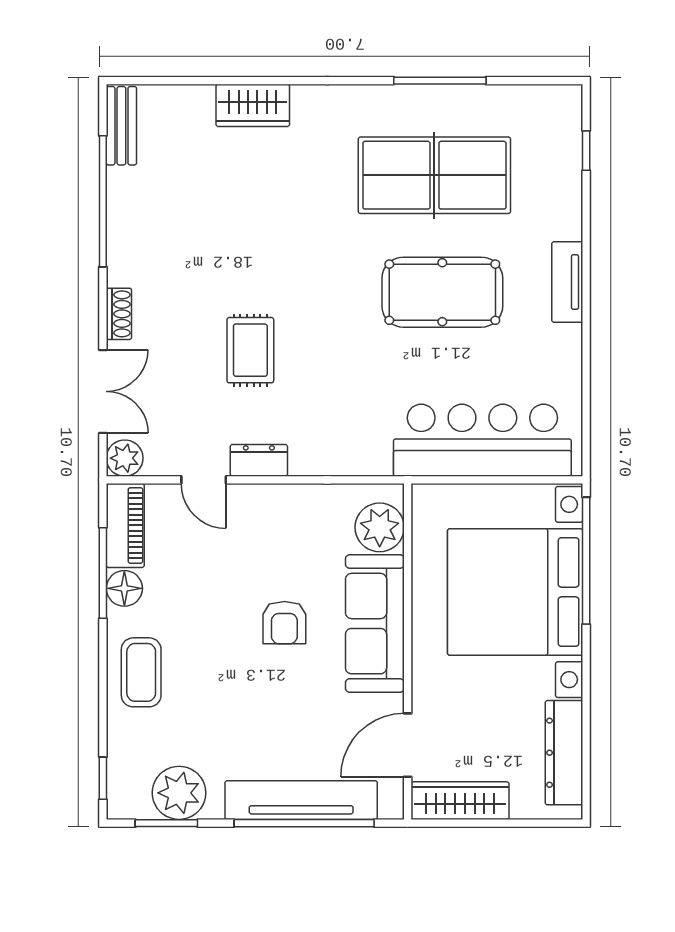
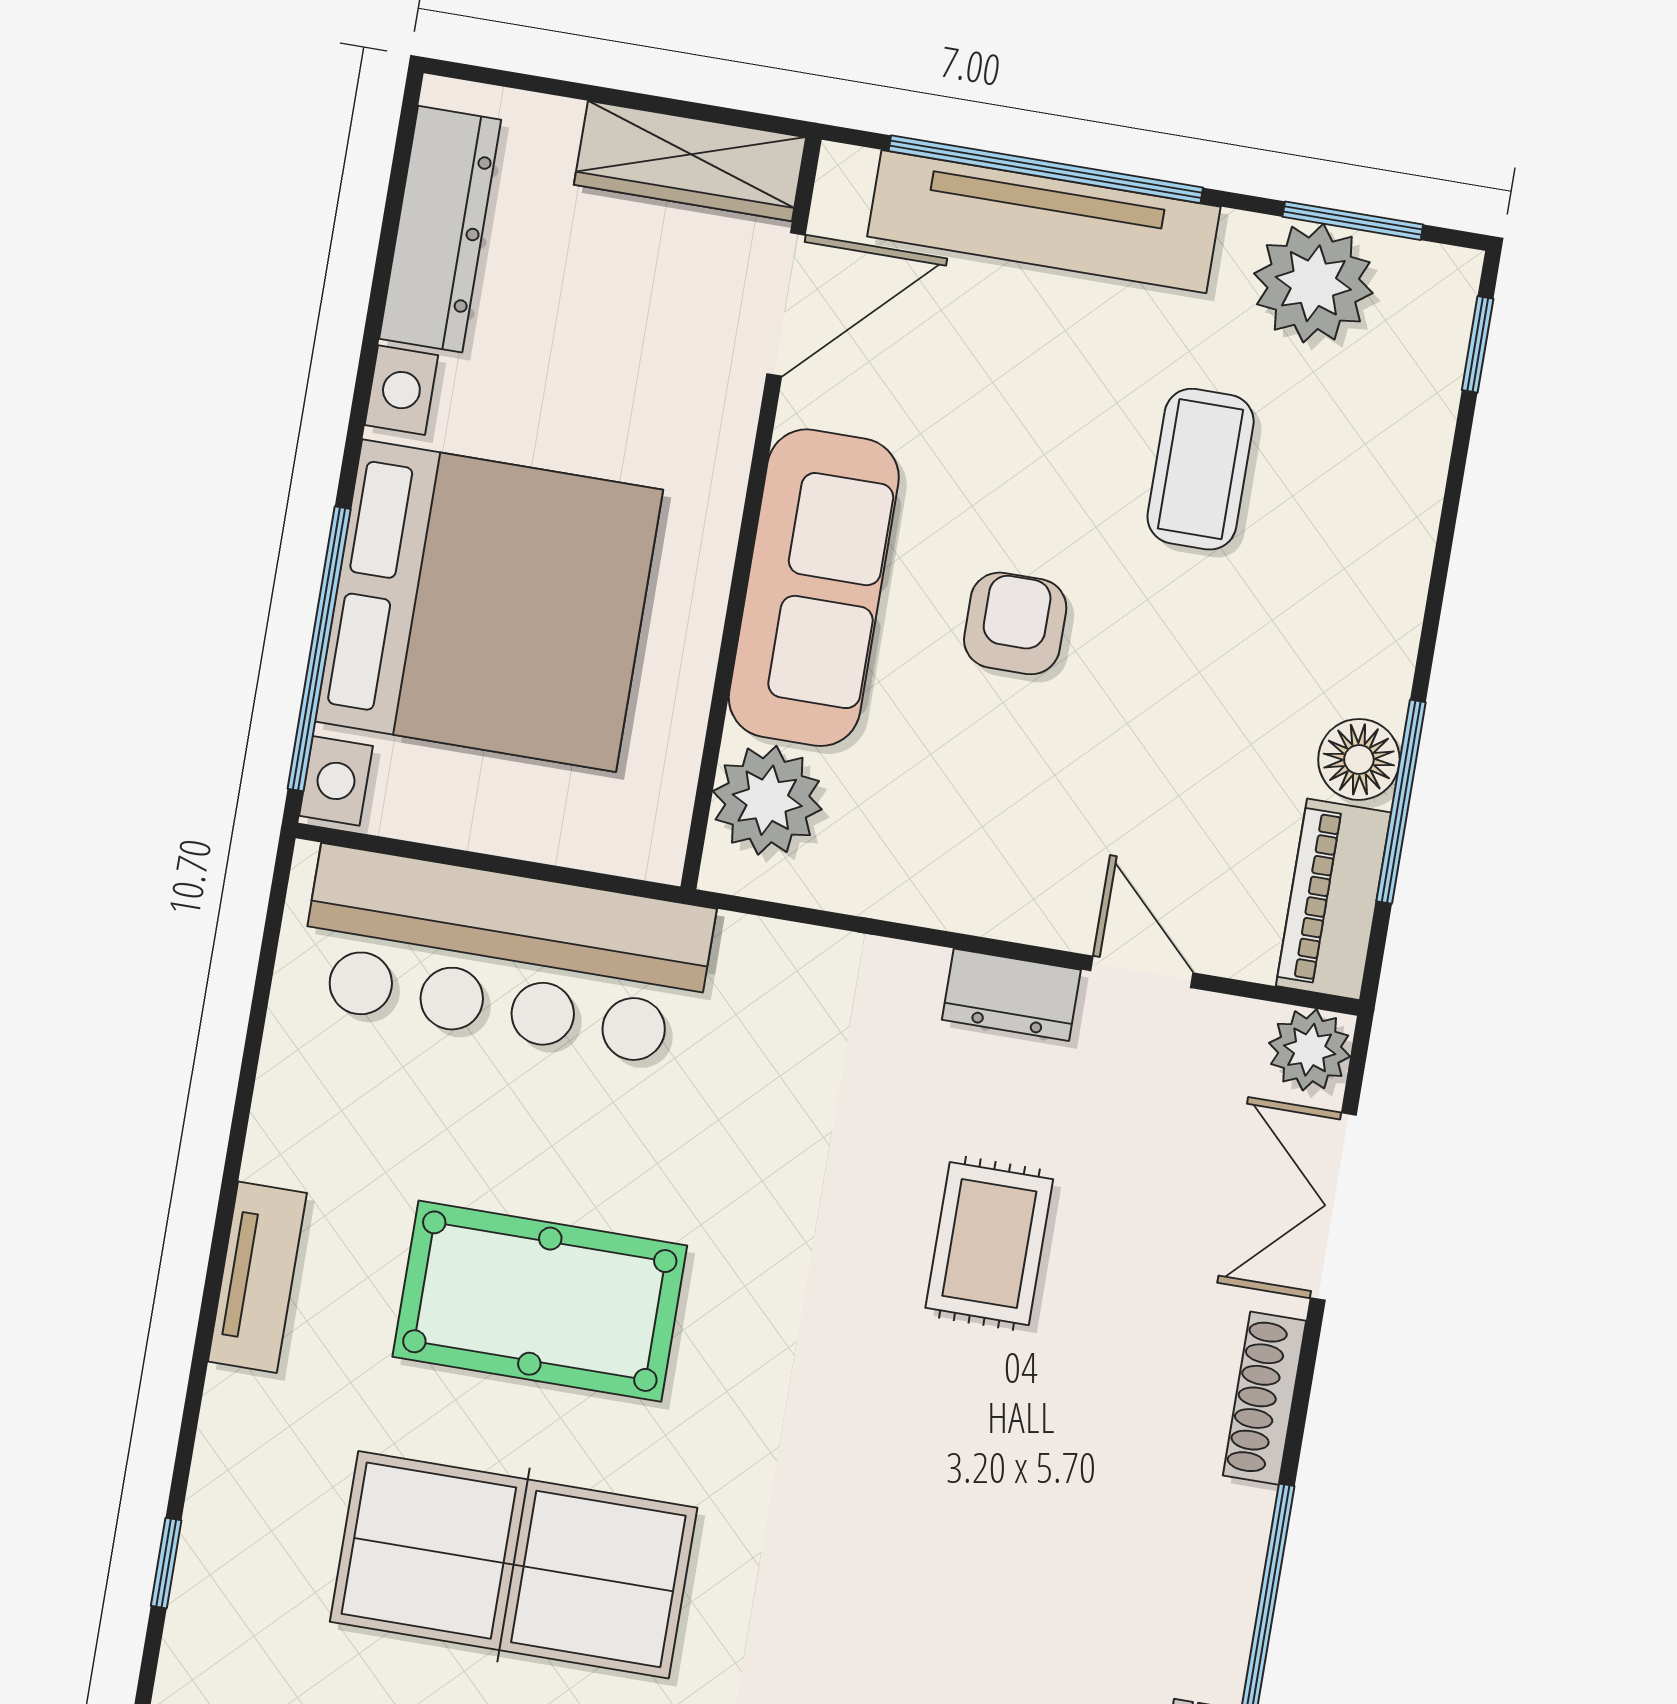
shoe rack: (119, 314) -> (1265, 1398), width x1.43
coffee table: (141, 672) -> (1201, 469), moved

